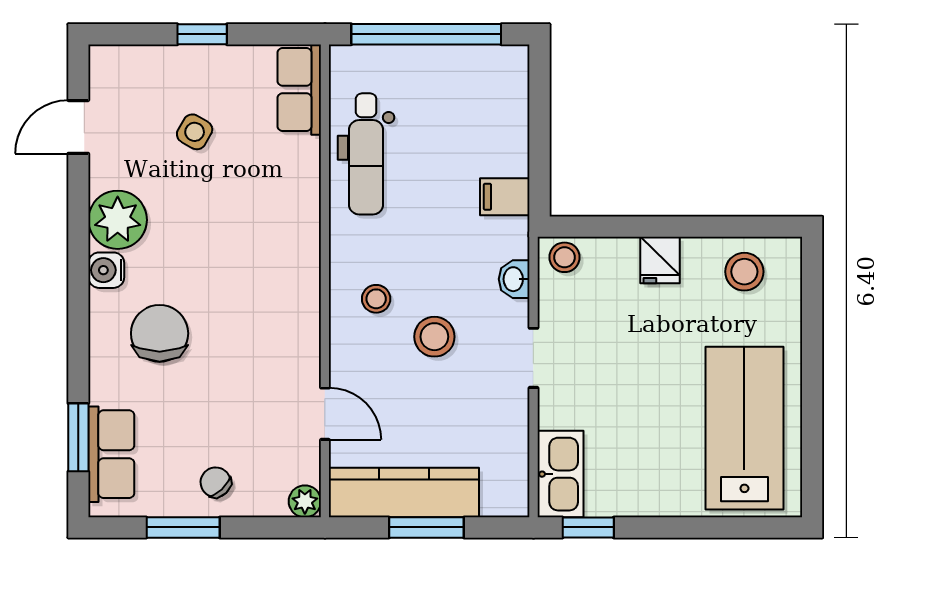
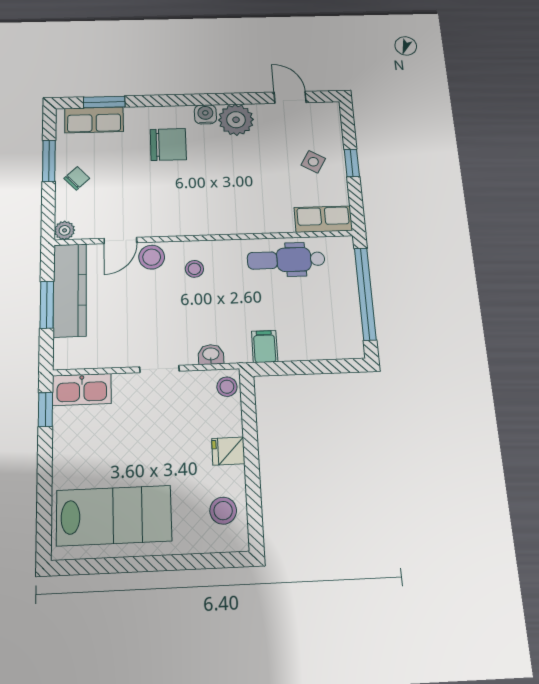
side table: (195, 132) -> (313, 162), moved
stool: (434, 337) -> (152, 257), moved

